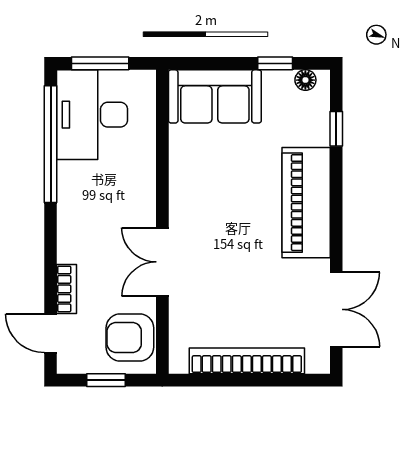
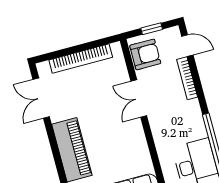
double door: (162, 262) -> (139, 99), swing flipped
bookcase: (67, 289) -> (187, 78), width x1.56

